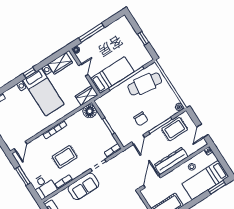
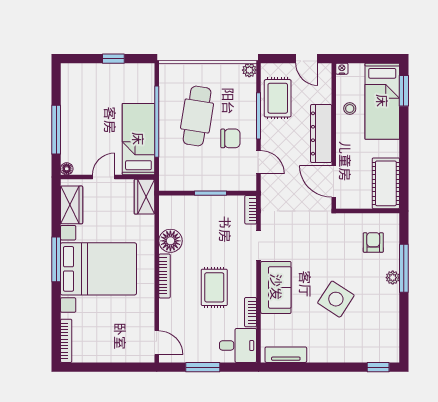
door: (83, 70) -> (104, 177), hinge flipped
window: (29, 73) -> (56, 259), width x2.17
cafe table: (145, 84) -> (197, 116), moved
bed with nightstands: (43, 92) -> (98, 269), width x1.36
floor lamp: (90, 111) -> (170, 241), moved

